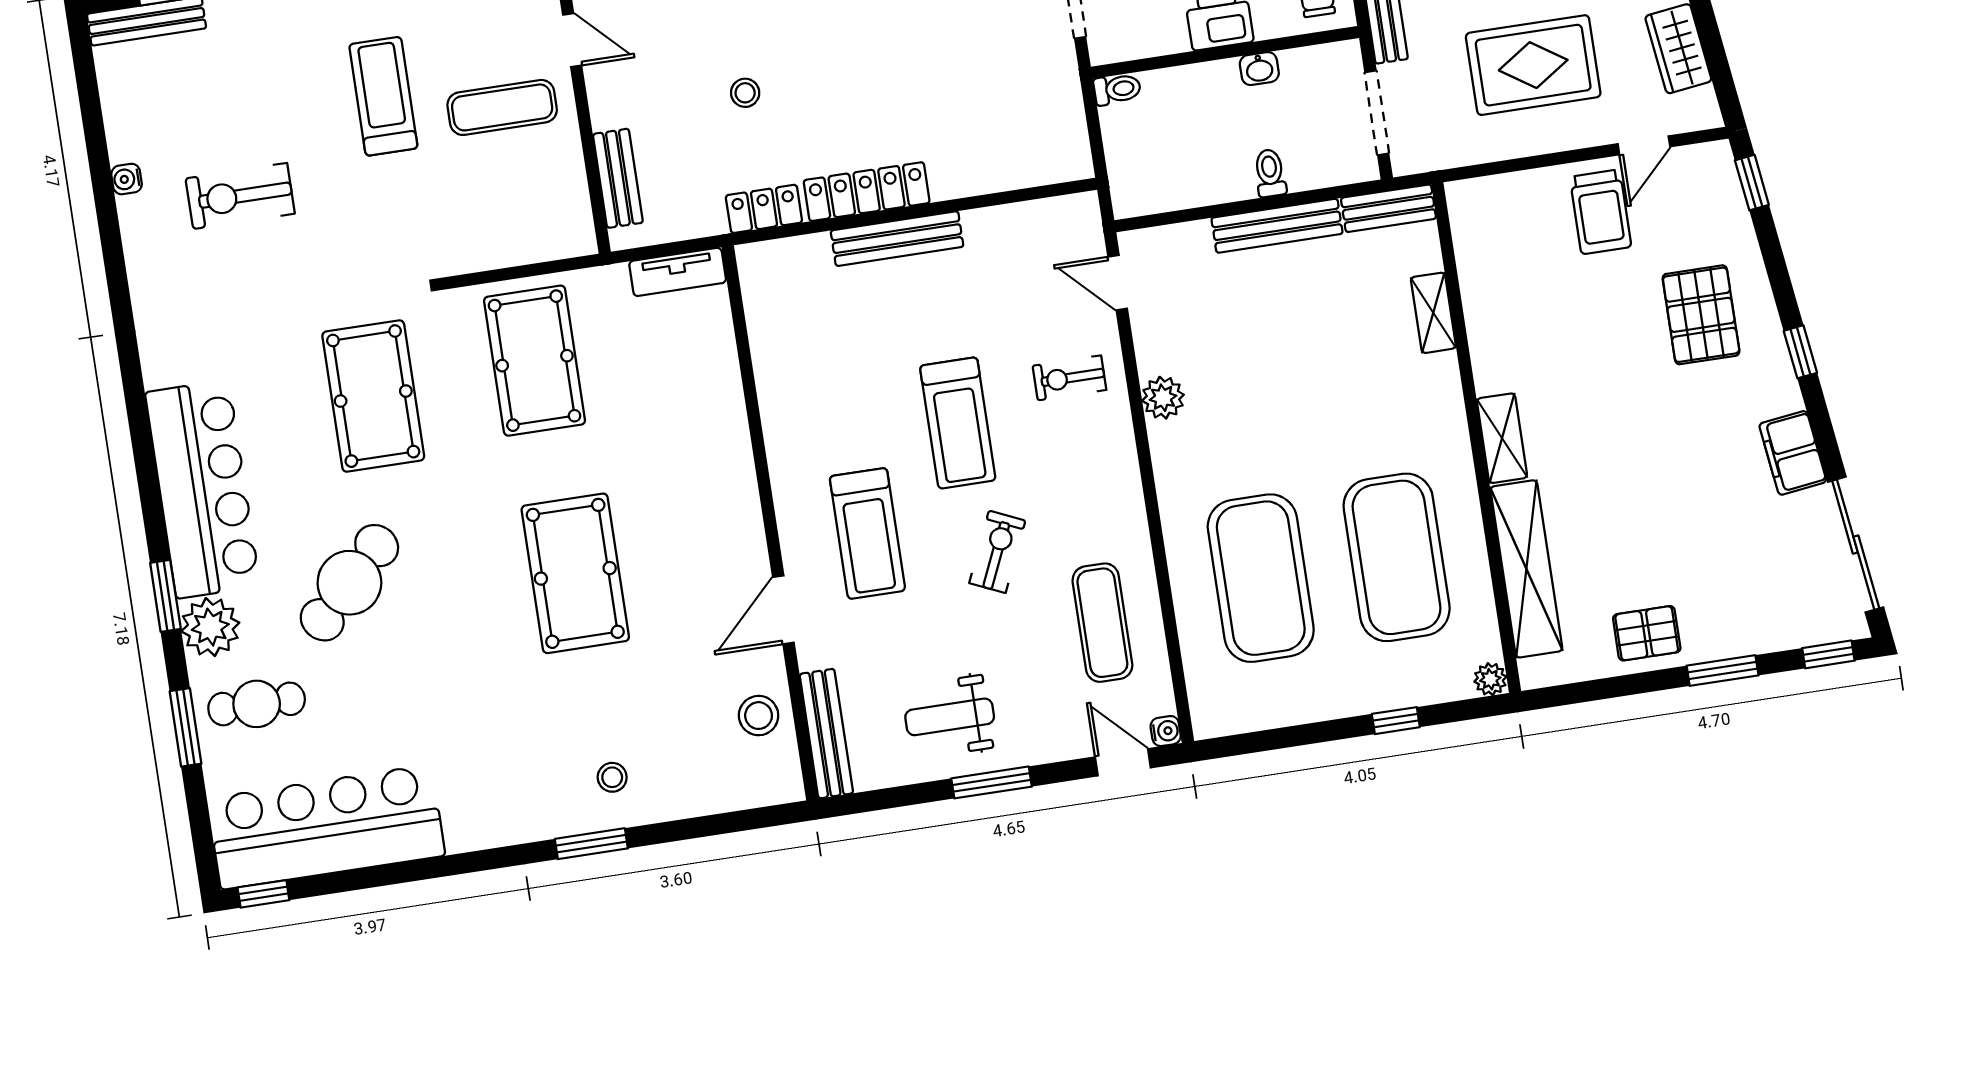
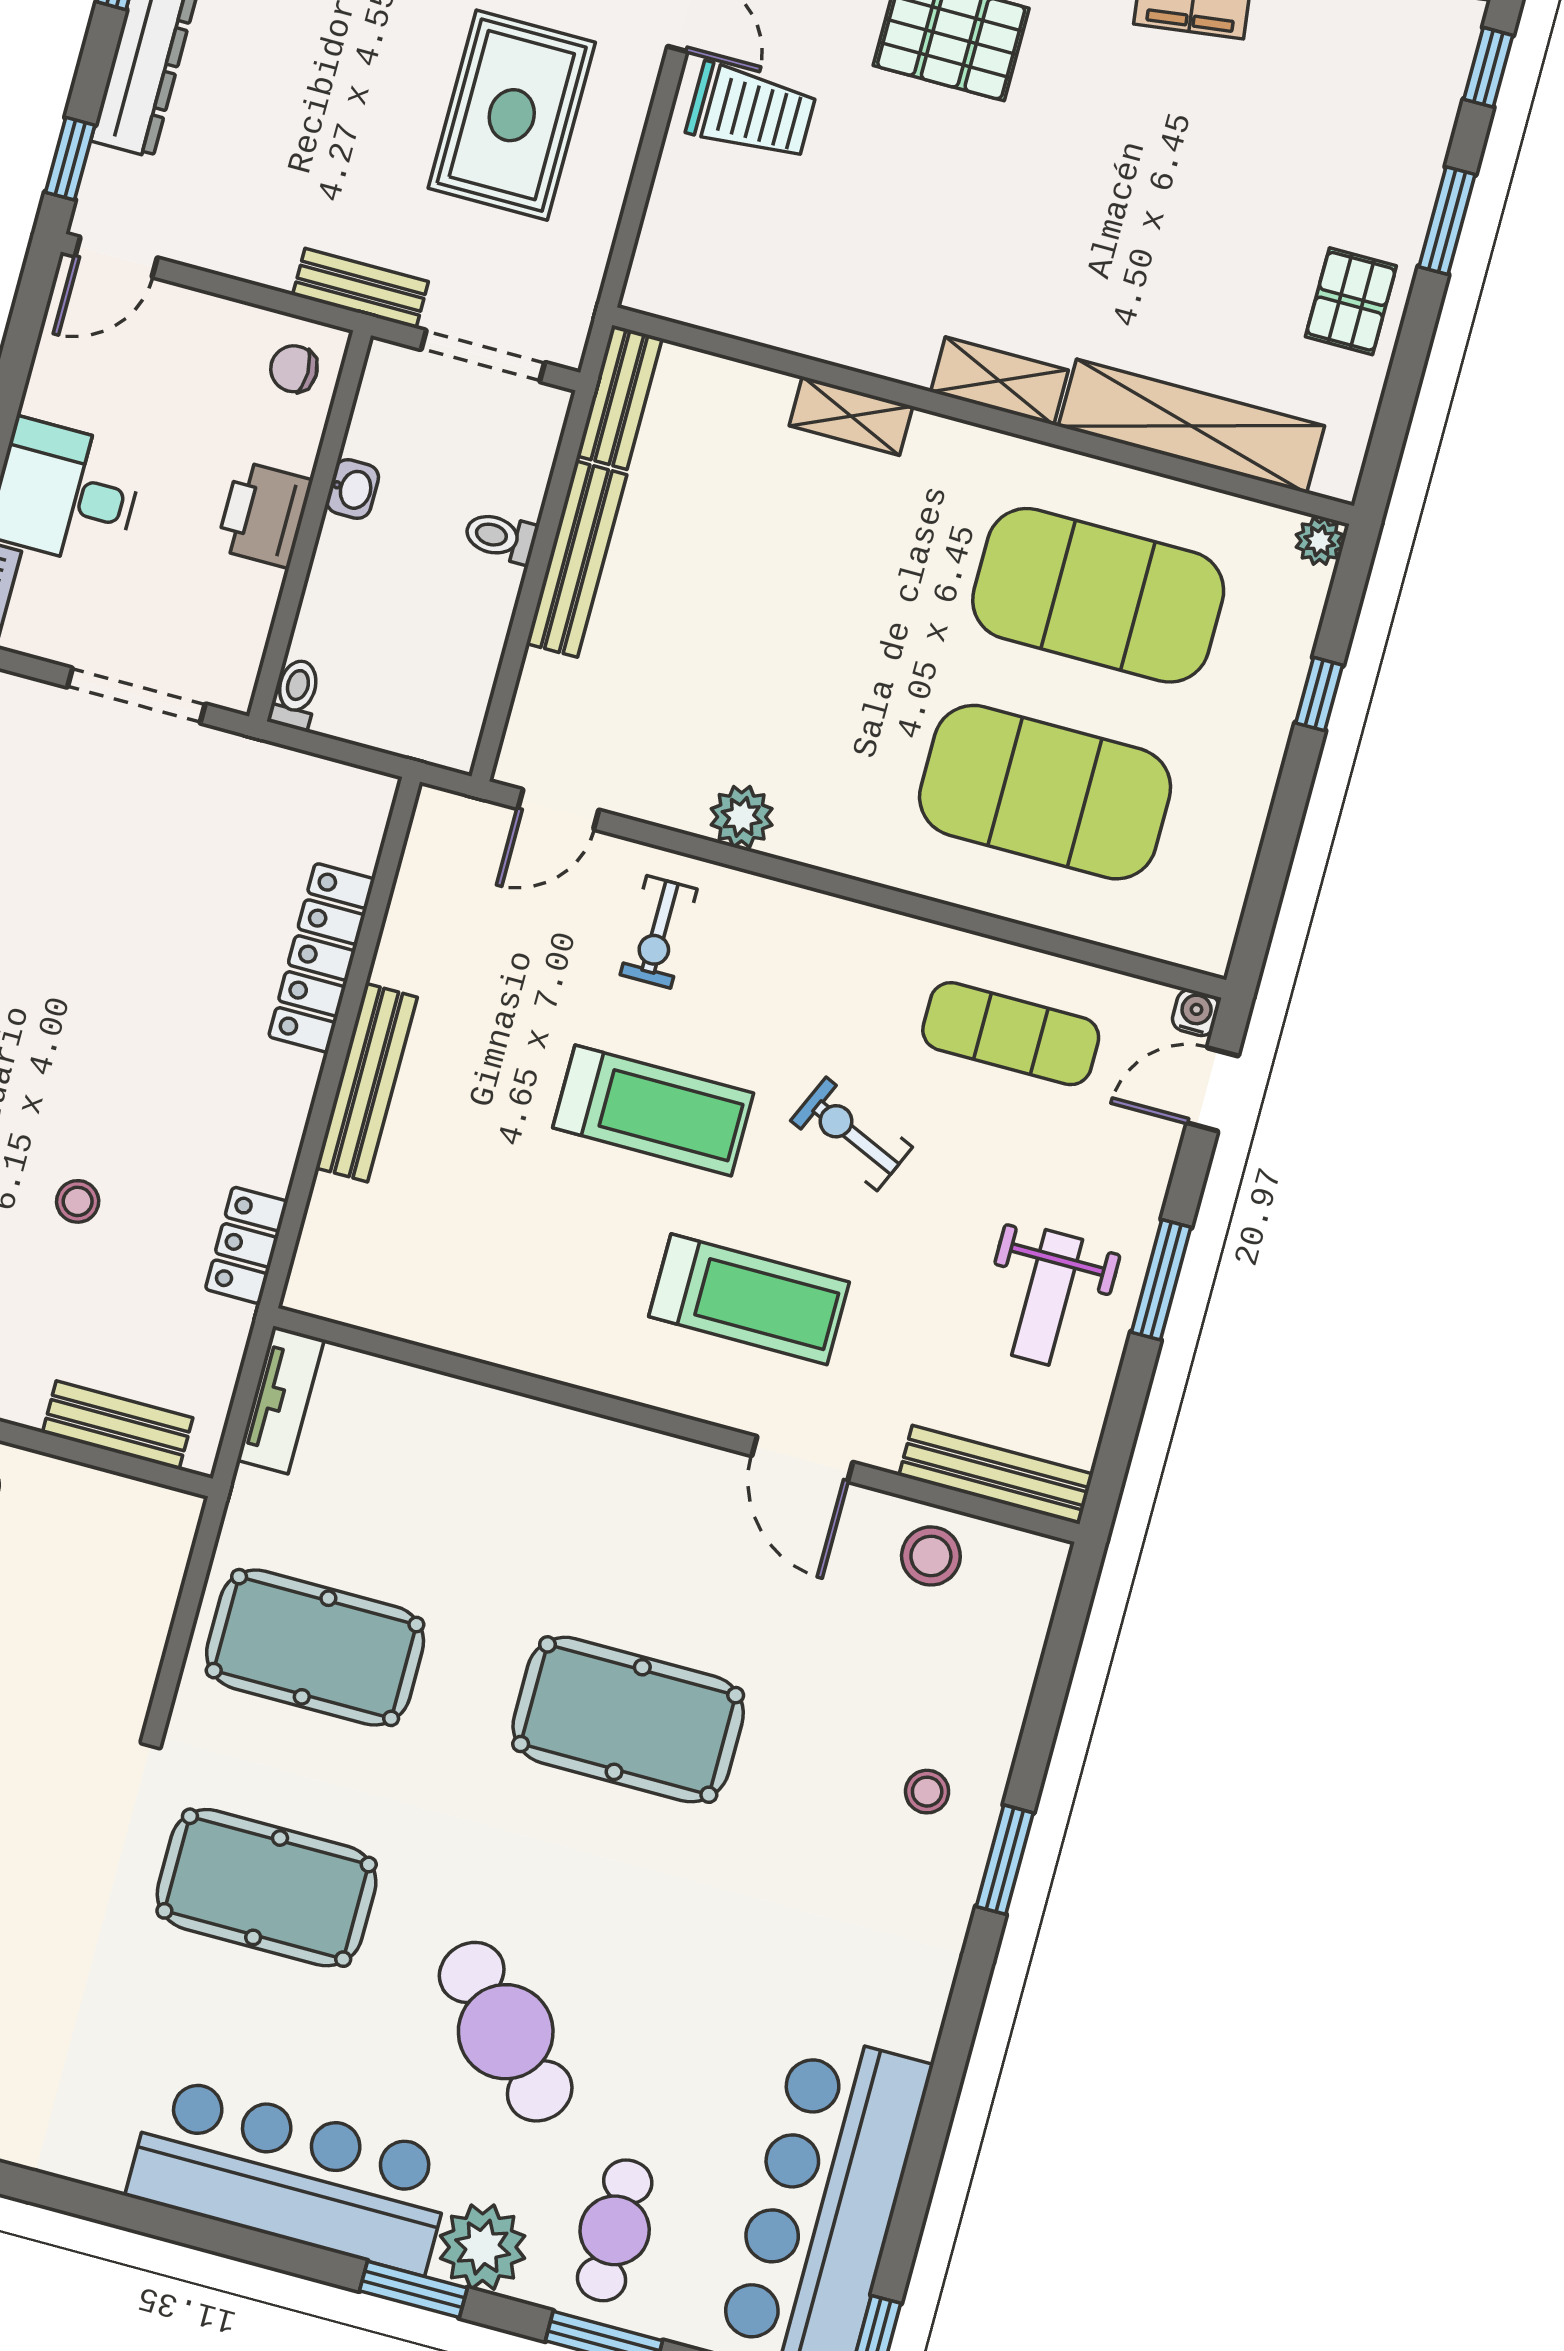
locker: (867, 192) -> (322, 958), moved
shelving: (1433, 313) -> (851, 416), moved

